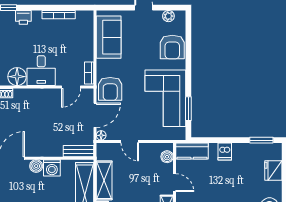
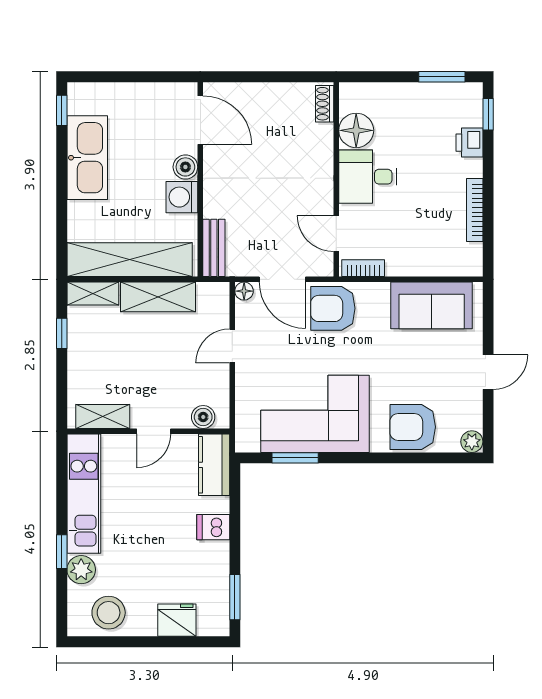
plant: (168, 16) -> (472, 442), moved

